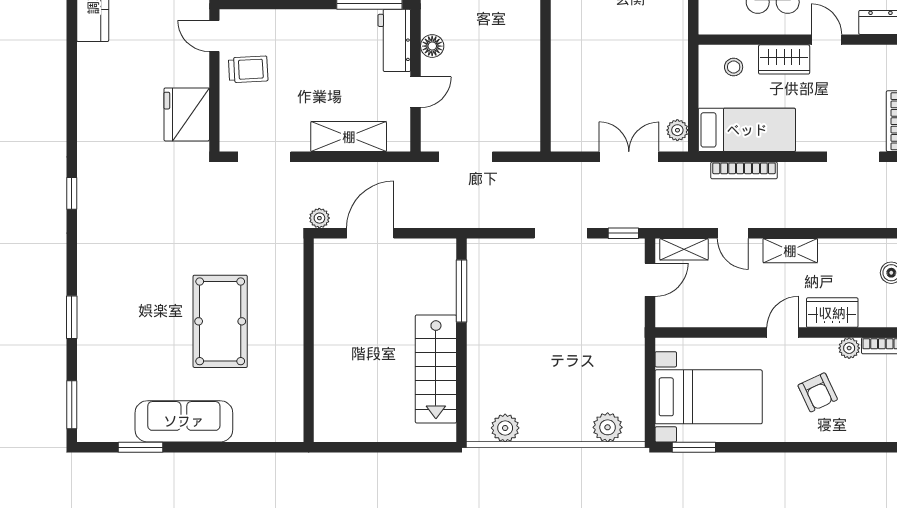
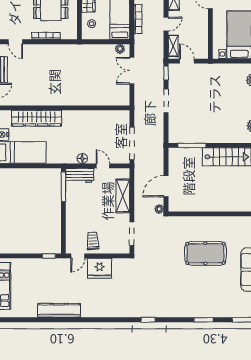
fridge: (187, 114) -> (100, 268), moved
doorway: (466, 157) -> (132, 143), width x1.36
door: (370, 233) -> (166, 186), hinge flipped

